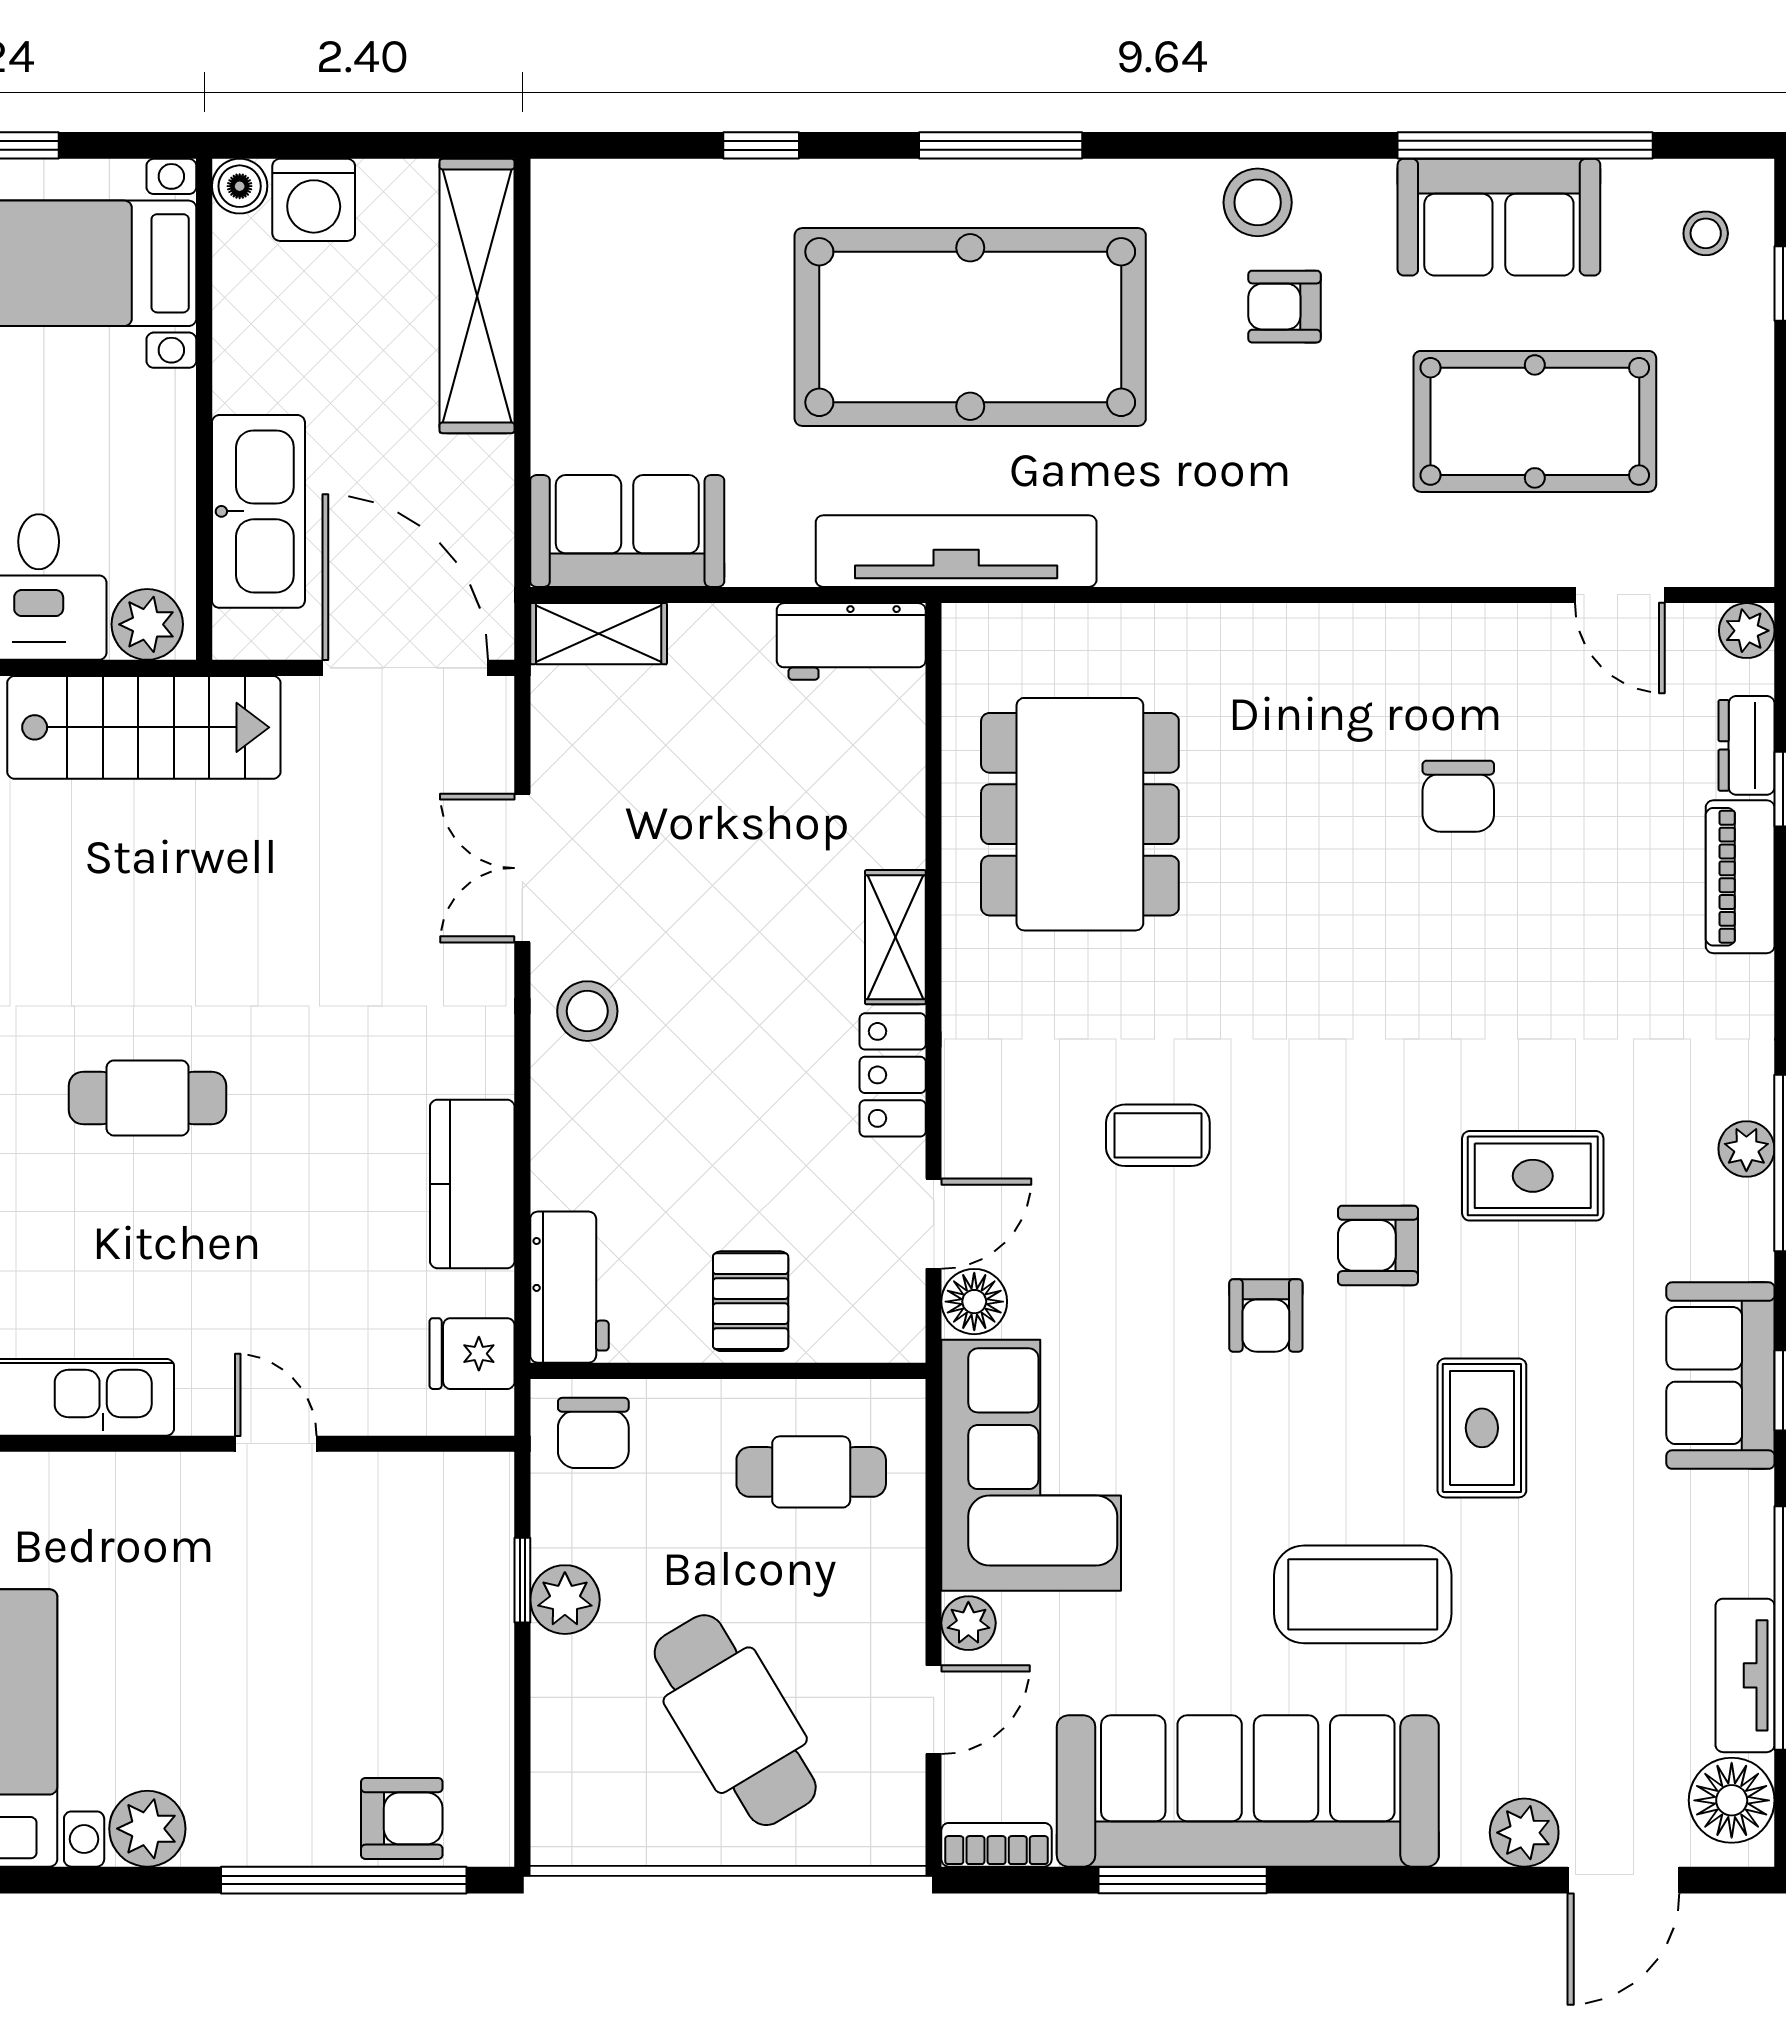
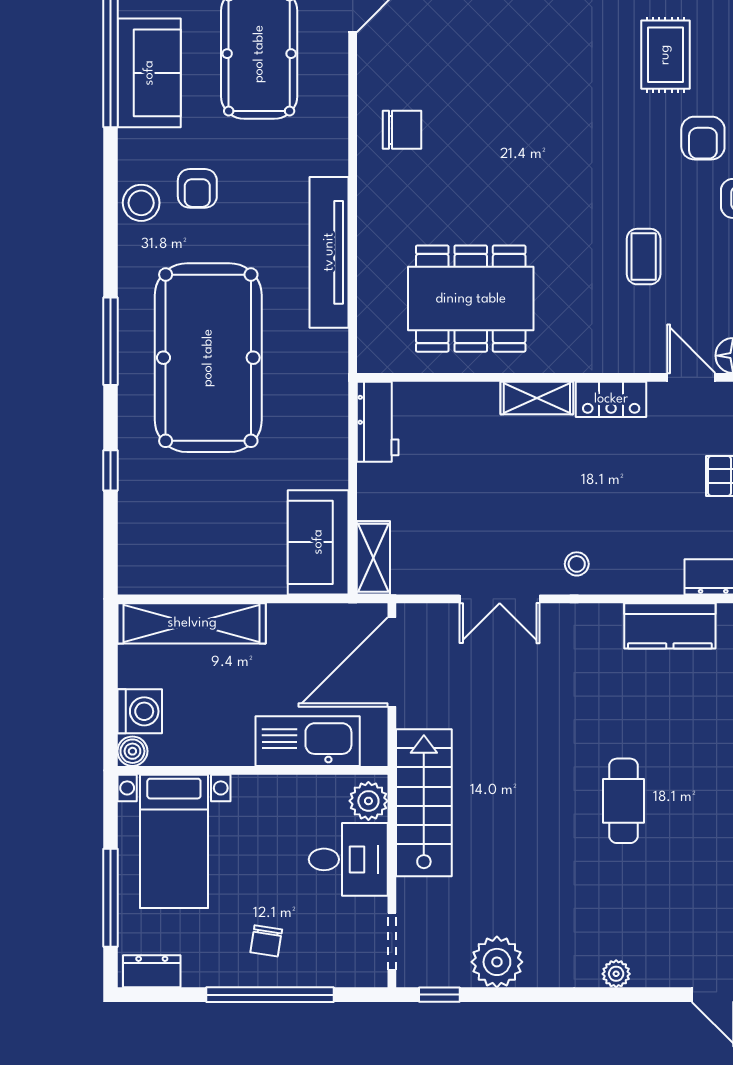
tv unit: (956, 551) -> (329, 252), moved
chair: (1458, 796) -> (402, 130), moved
stool: (587, 1011) -> (577, 564), width x0.73, depth x0.73

